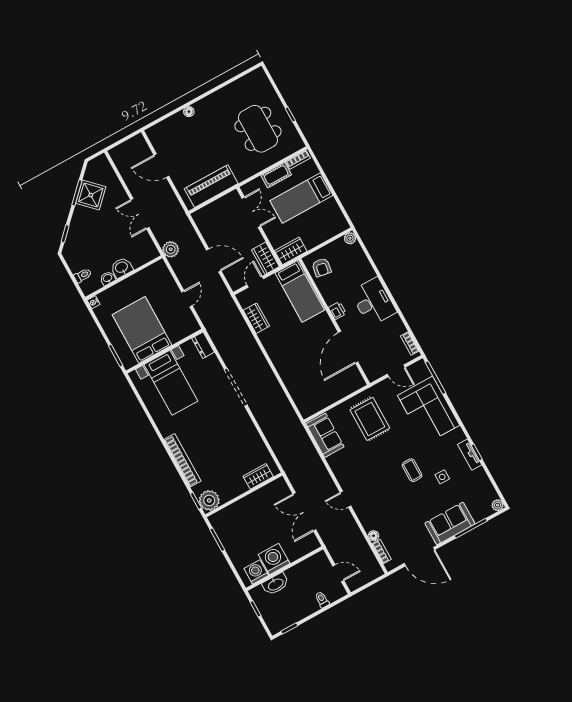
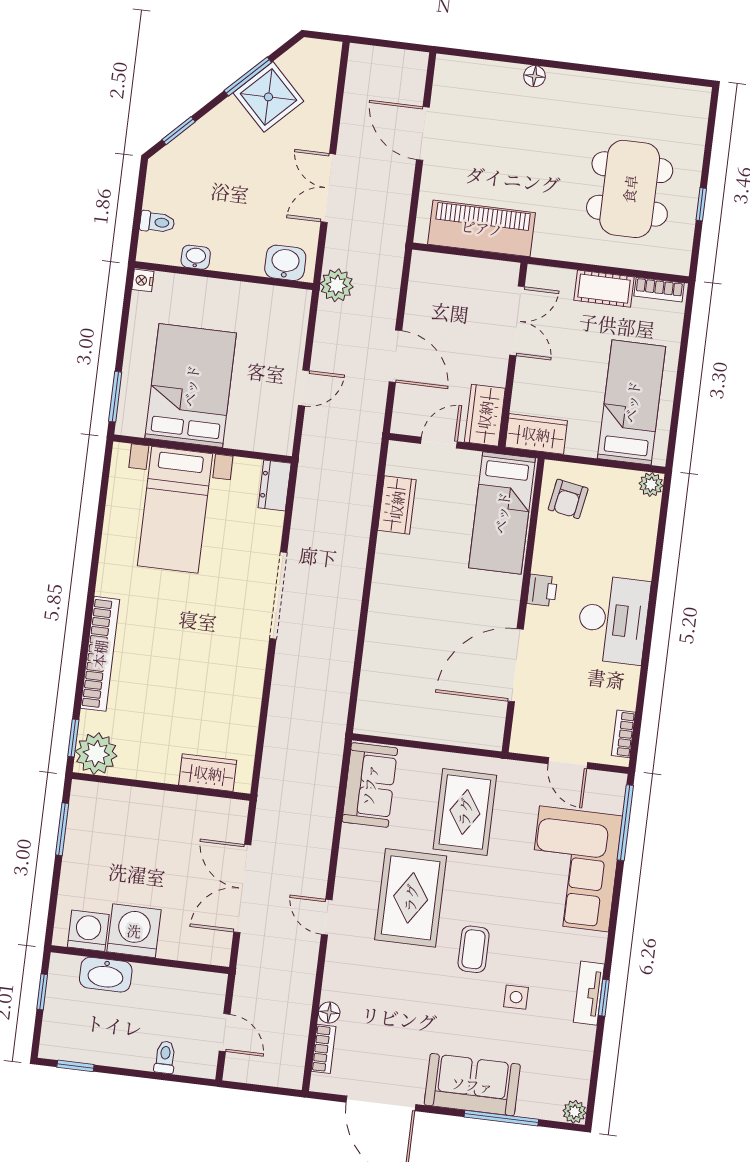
bed: (301, 198) -> (632, 402), moved, turned 90
washbasin: (122, 268) -> (285, 263), moved
rug: (373, 468) -> (411, 898), added

